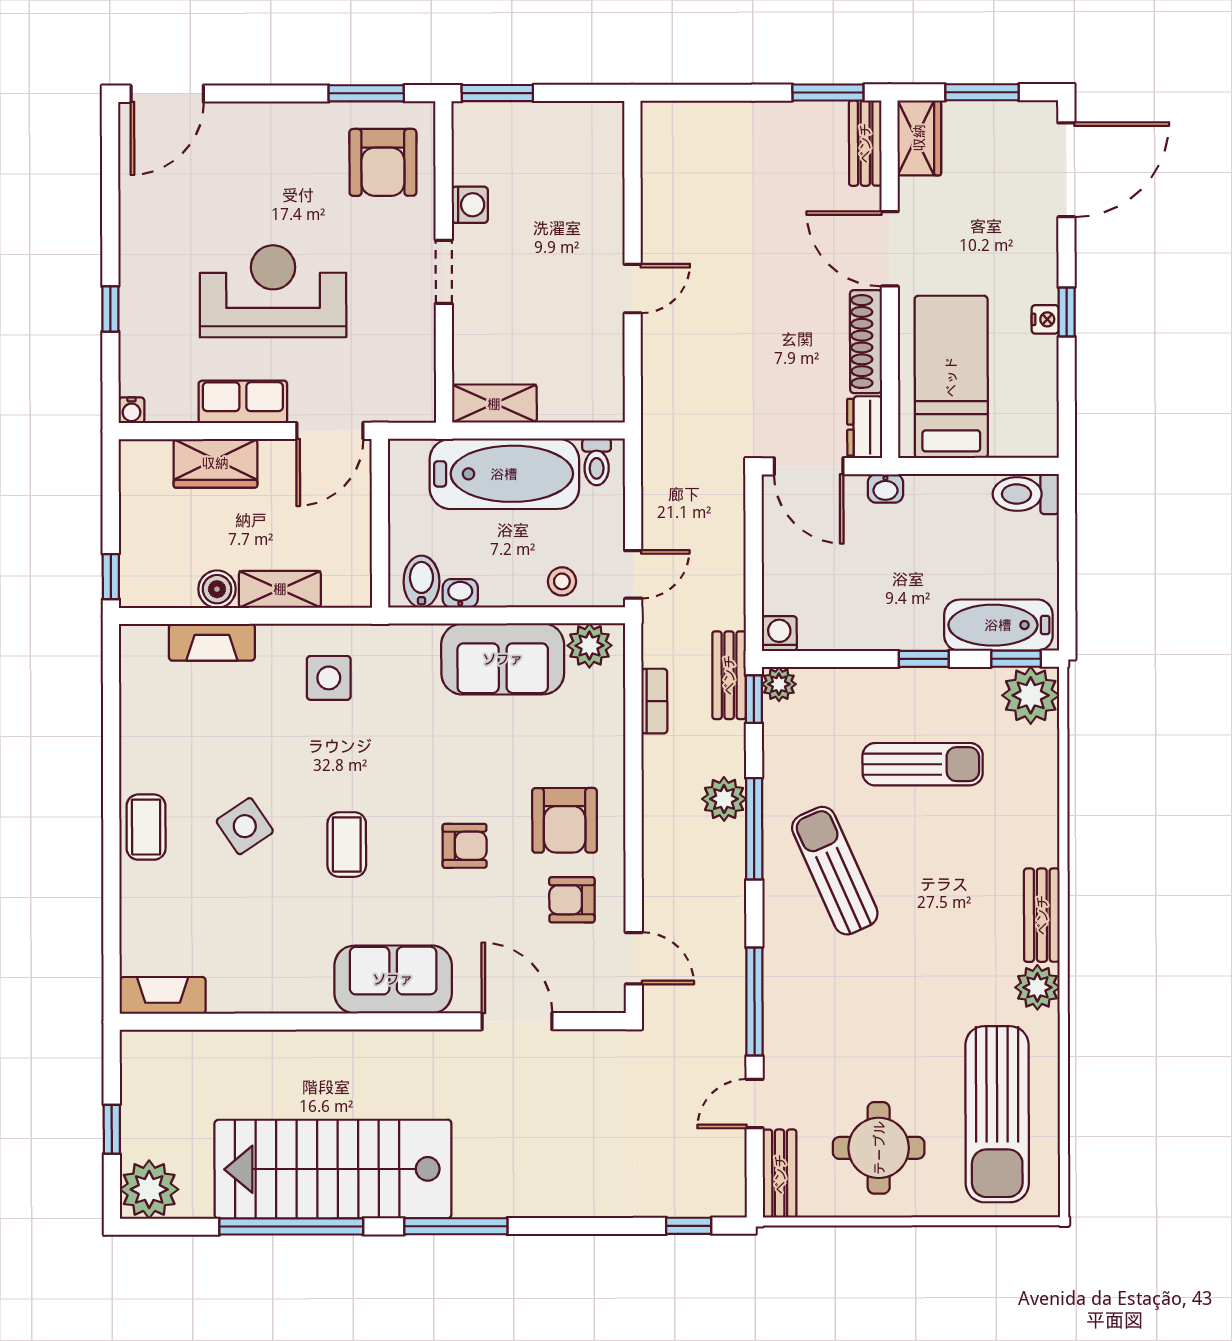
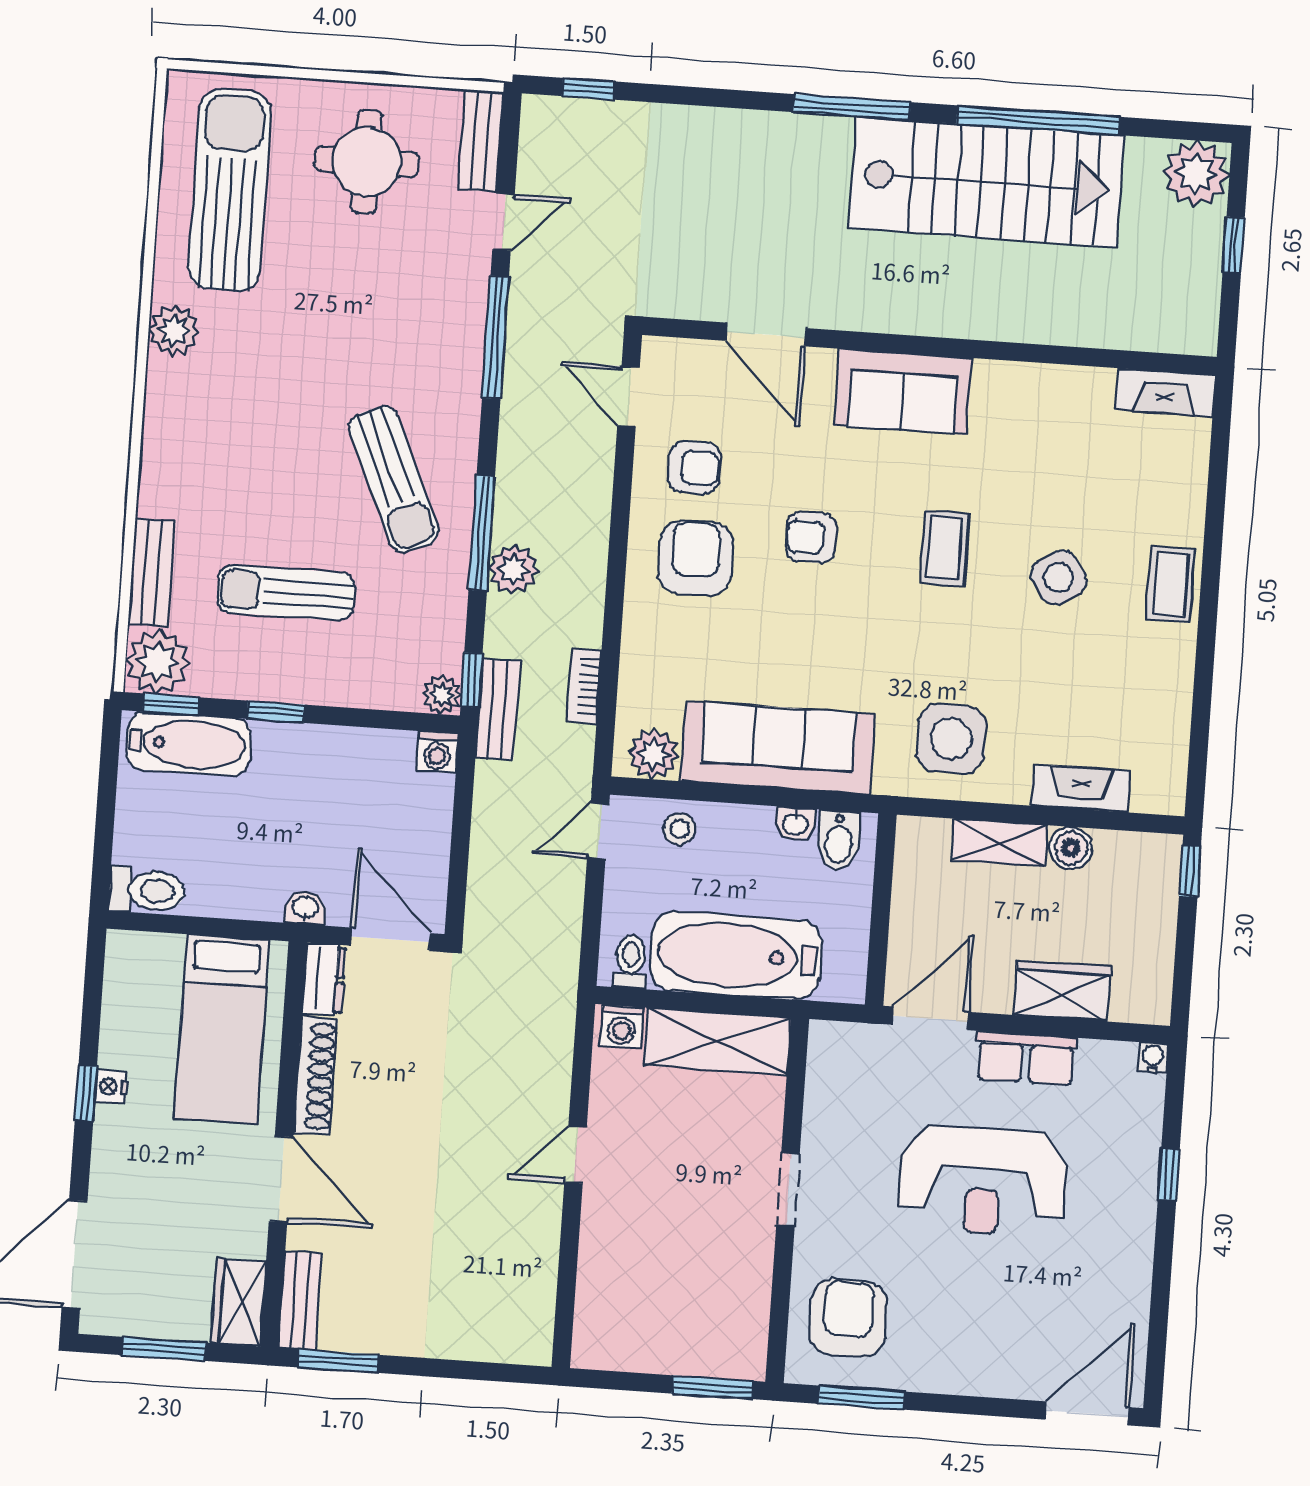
washing machine: (470, 205) -> (621, 1026), moved, turned -90
shelving: (494, 404) -> (717, 1041), width x1.50, depth x1.33
sofa: (503, 659) -> (778, 748), width x1.36
side table: (329, 678) -> (951, 739), width x1.37, depth x1.37
bench: (1042, 915) -> (152, 572), moved

